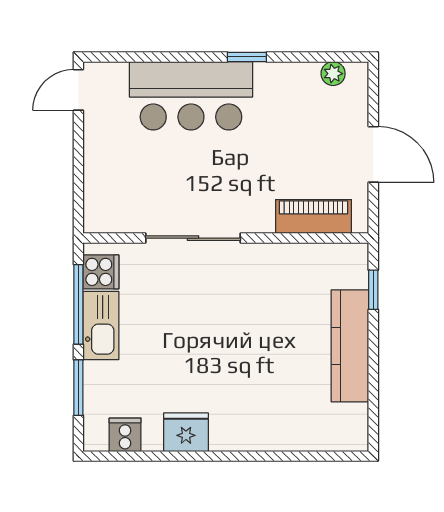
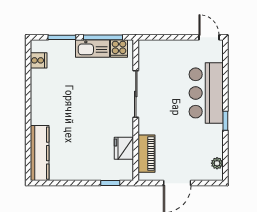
kitchen counter: (350, 346) -> (40, 153), moved, turned 90
fridge: (186, 432) -> (124, 148), moved, turned 180

